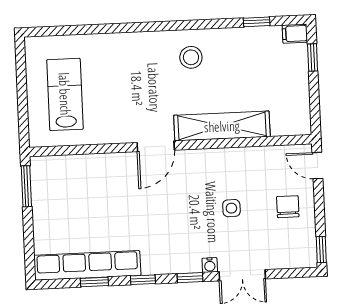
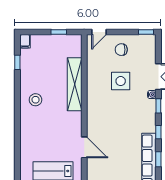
window: (313, 57) -> (59, 32), moved
door: (156, 146) -> (84, 147), moved
side table: (231, 208) -> (121, 81), width x1.87, depth x1.87

